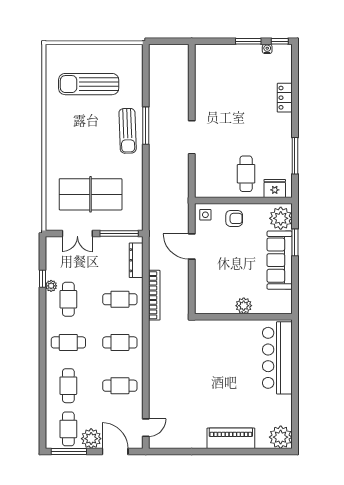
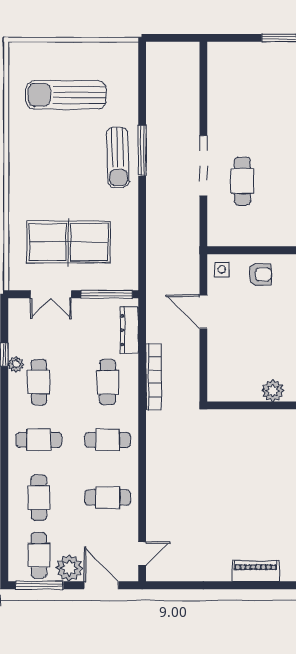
doorway: (192, 137) -> (203, 166), width x1.36
cafe table: (246, 174) -> (242, 181), moved
cafe table: (120, 299) -> (108, 382), turned 90
piano: (231, 438) -> (256, 571), width x0.73, depth x0.75

